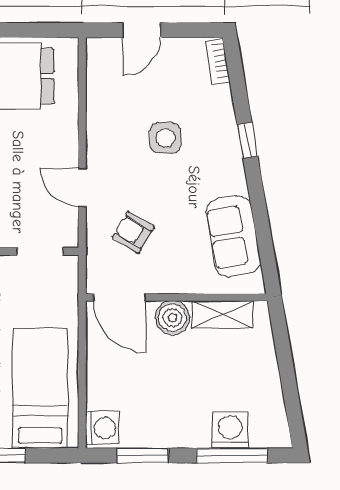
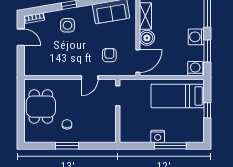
door: (141, 30) -> (21, 37), moved
side table: (165, 138) -> (67, 25), moved
armchair: (133, 232) -> (109, 55), turned 149
washing machine: (230, 430) -> (196, 37), moved

